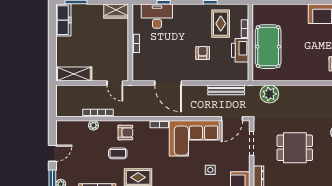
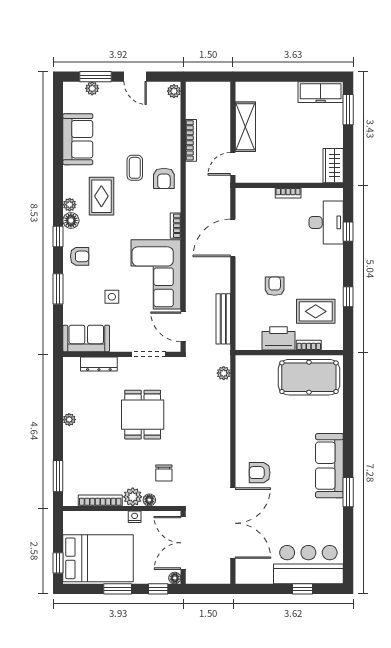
pool table: (268, 47) -> (309, 377), moved
armchair: (203, 53) -> (275, 286), turned -90
shelving: (74, 74) -> (245, 127), moved
plant: (269, 94) -> (224, 373), width x0.53, depth x0.53
plant: (93, 125) -> (174, 91), moved

